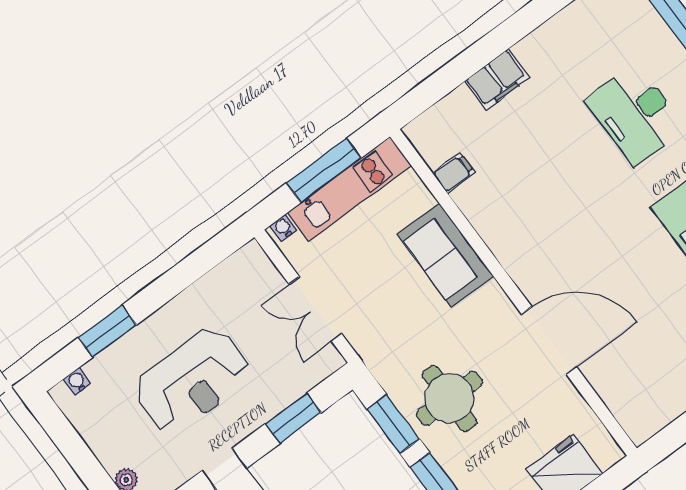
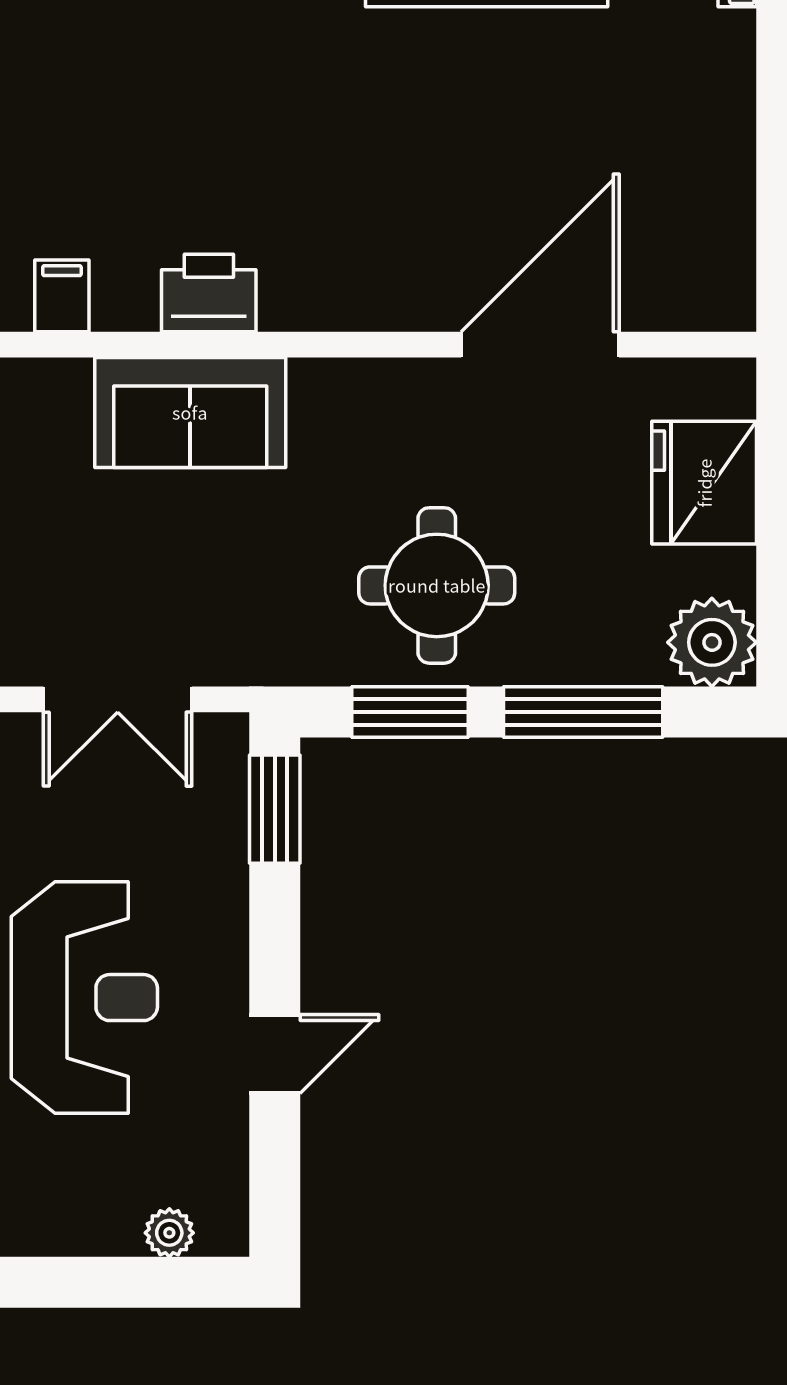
printer: (496, 228) -> (209, 293), added
door: (549, 341) -> (540, 345), moved
window: (293, 418) -> (275, 809), moved

